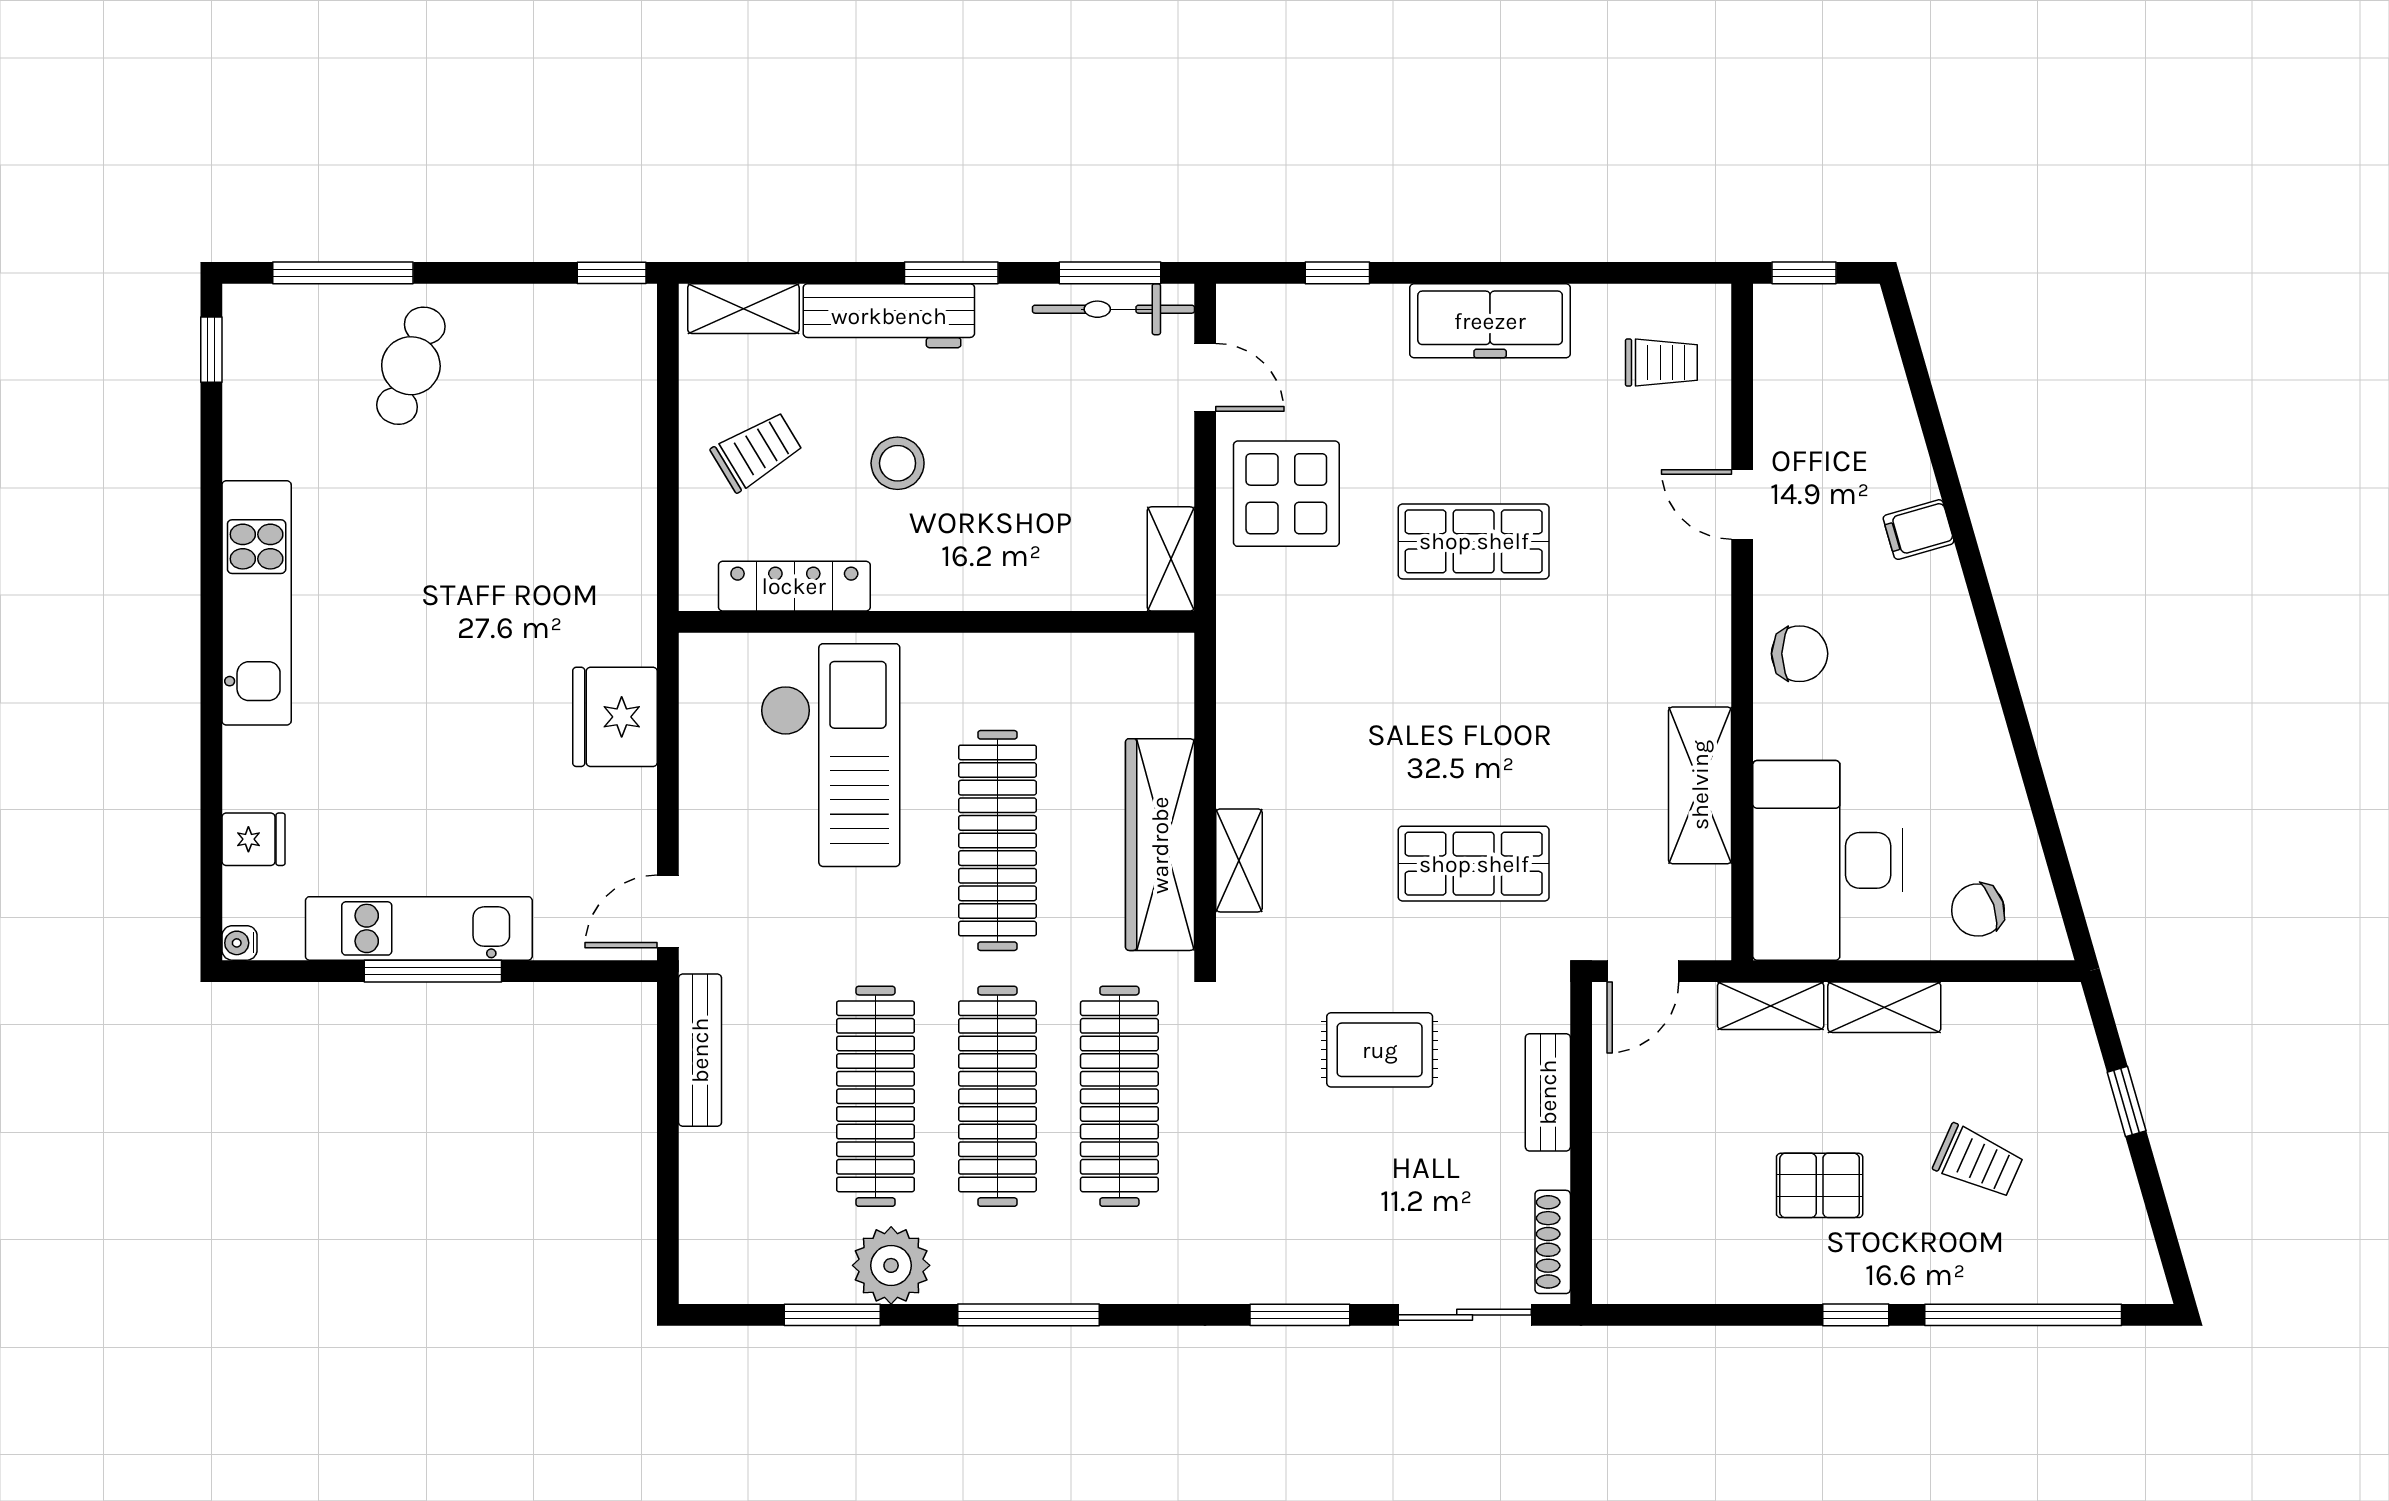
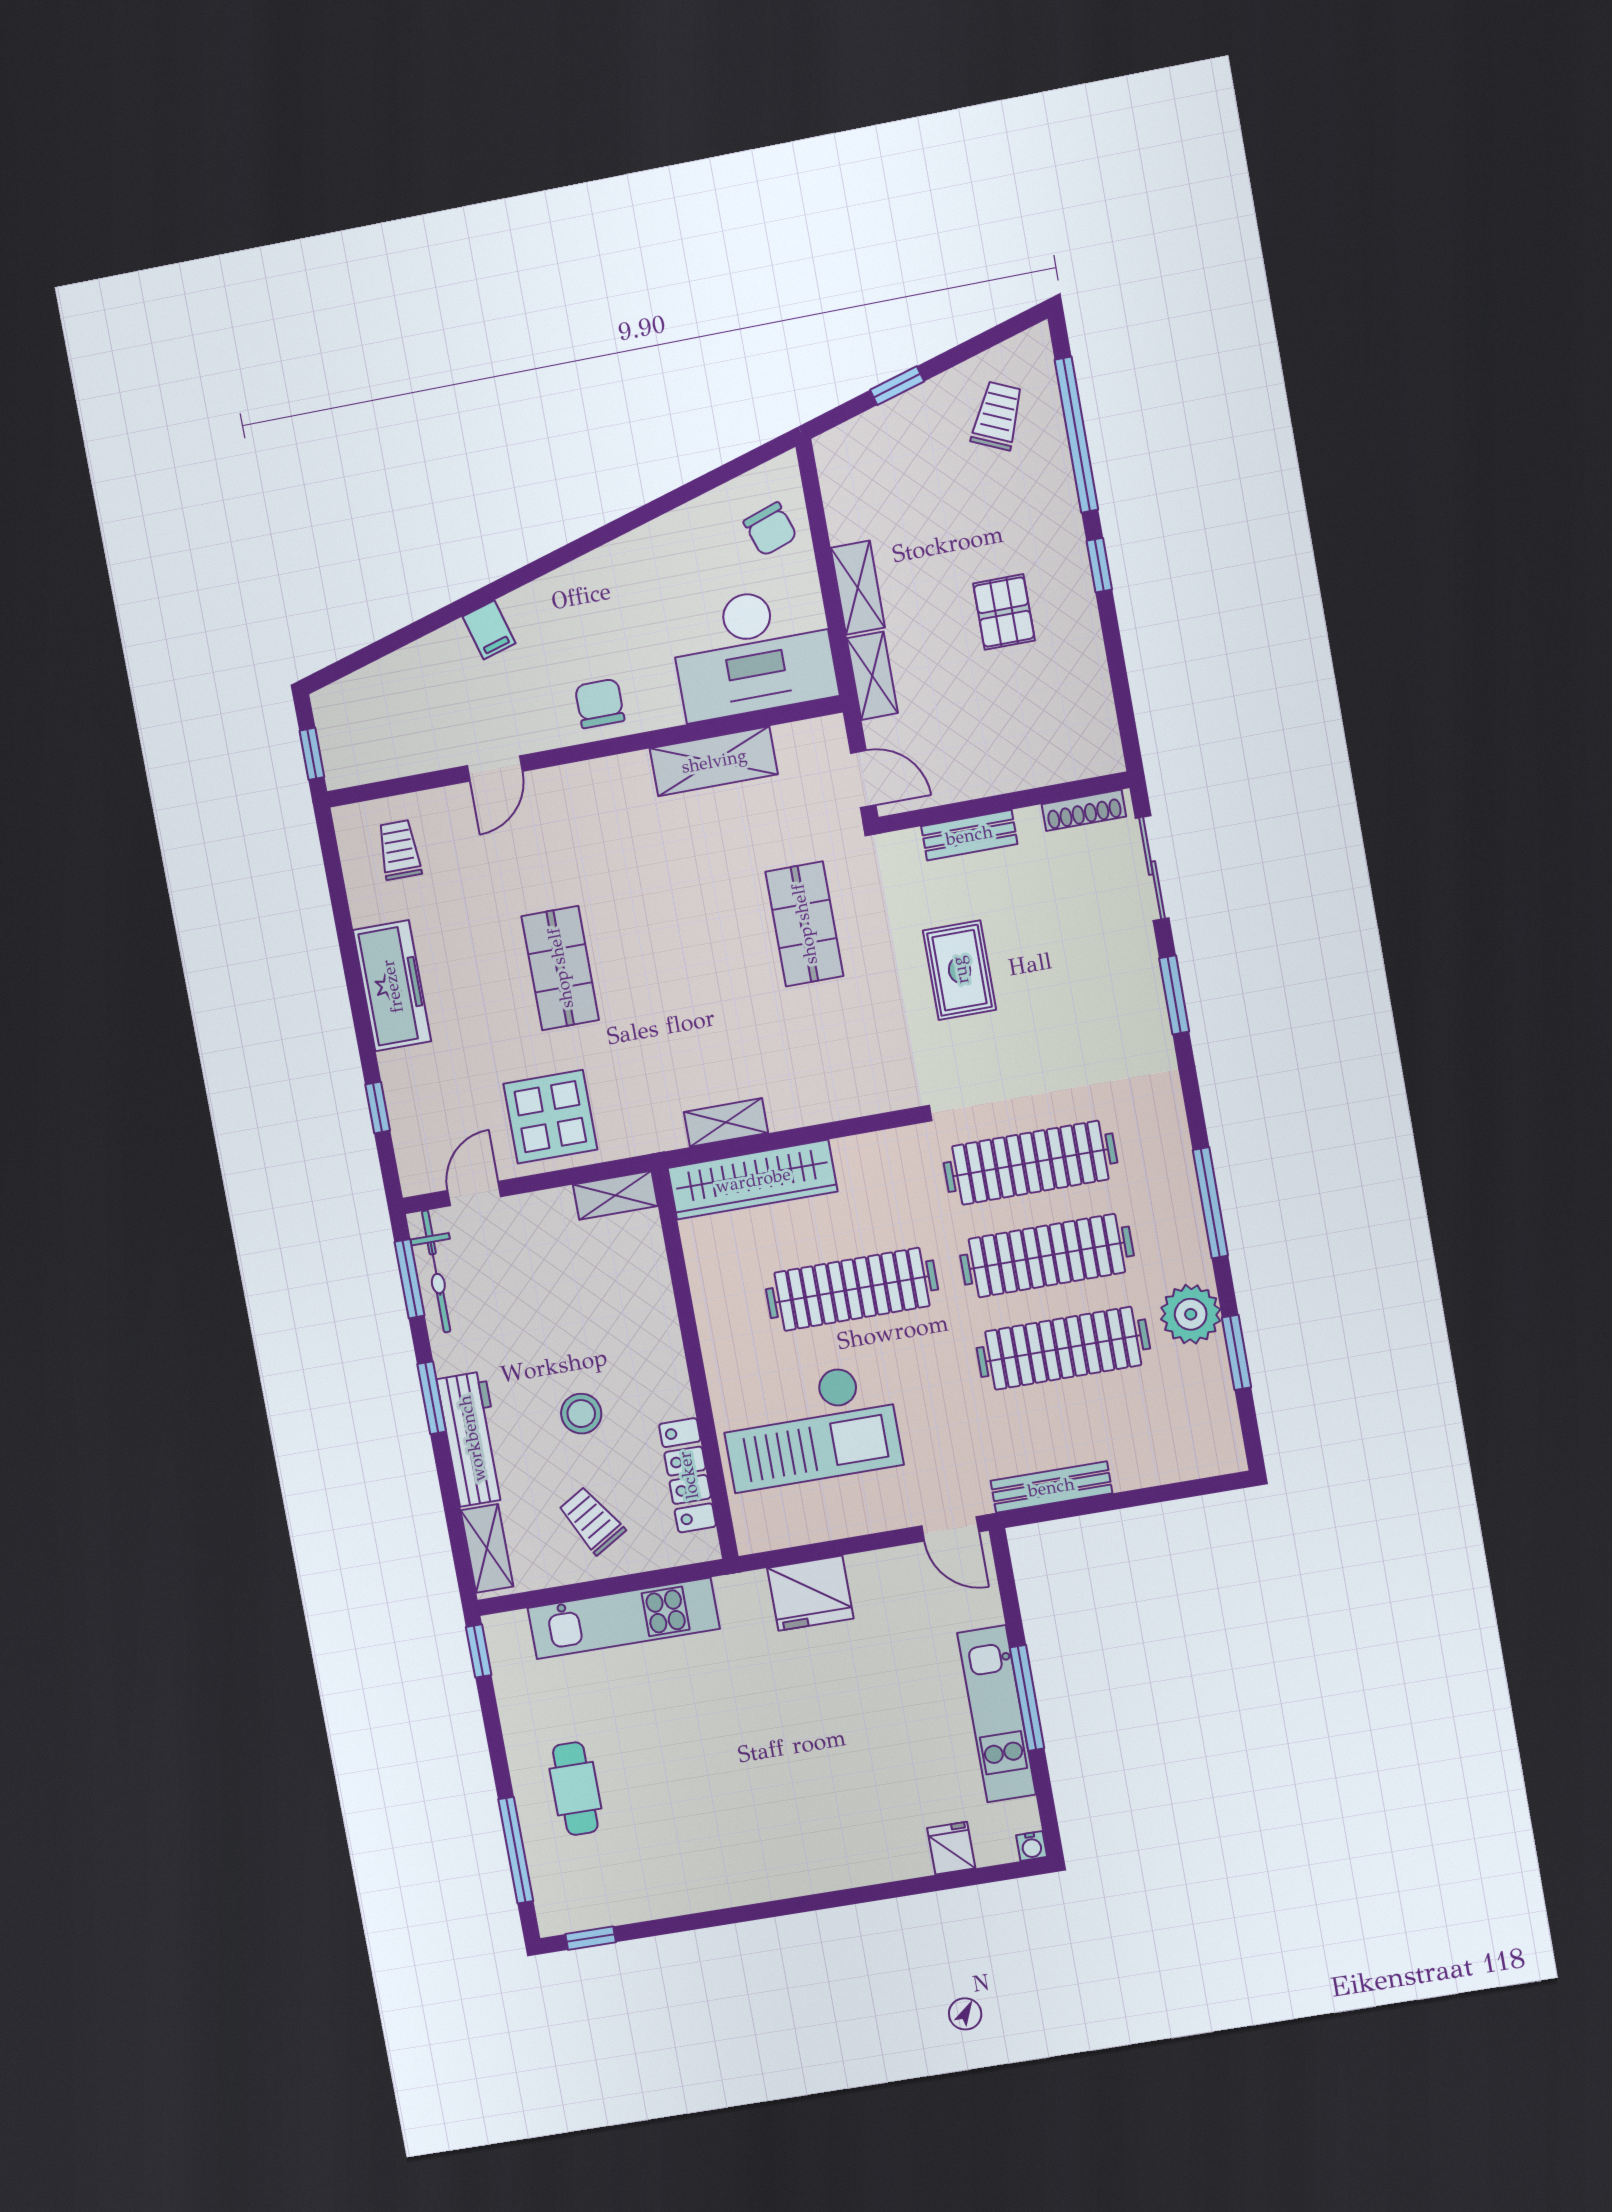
cafe table: (411, 366) -> (575, 1789), turned 71
kitchen unit: (257, 603) -> (624, 1618), moved, turned 180
checkout: (830, 755) -> (810, 1427), turned 180
wardrobe: (1160, 845) -> (753, 1180), moved
shelving: (1239, 860) -> (726, 1122), moved
trolley: (1978, 1161) -> (997, 416), moved

